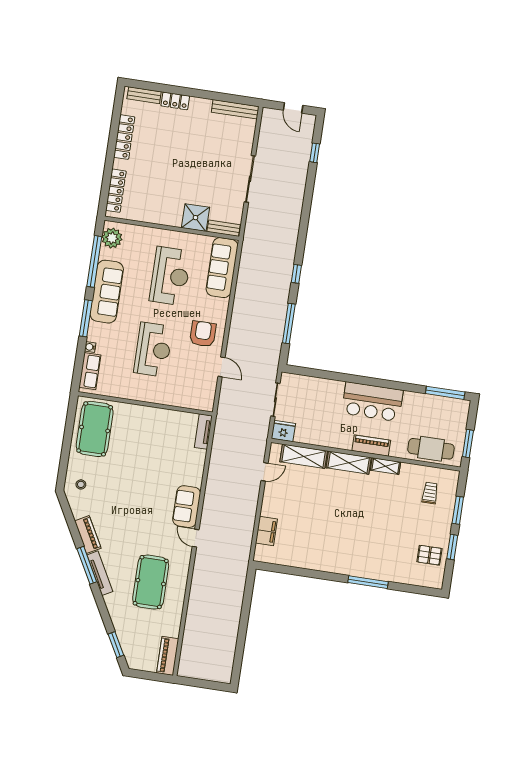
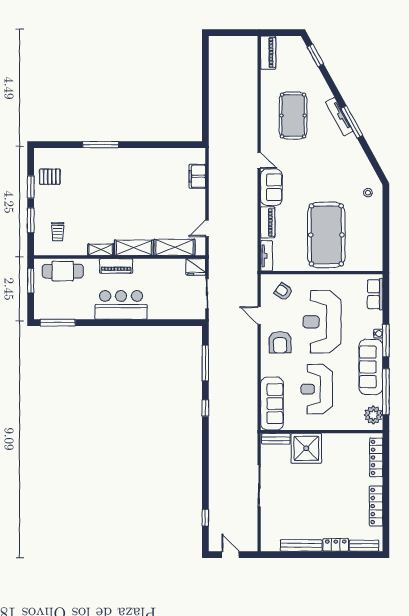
bench: (235, 109) -> (301, 545), moved
shower: (195, 218) -> (306, 448), width x1.37, depth x1.37
water cooler: (90, 347) -> (378, 334), moved
reception desk: (153, 350) -> (322, 322), width x1.36, depth x1.30
armchair: (191, 389) -> (283, 292), added
pool table: (95, 429) -> (326, 235), moved, width x1.36, depth x1.32
piano: (88, 535) -> (268, 222), moved, turned -151

